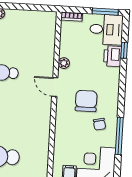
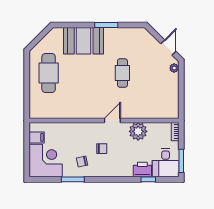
plant: (64, 63) -> (138, 131), width x1.87, depth x1.87
chair: (86, 101) -> (102, 149), width x0.54, depth x0.54
window: (119, 136) -> (73, 179), width x0.69

